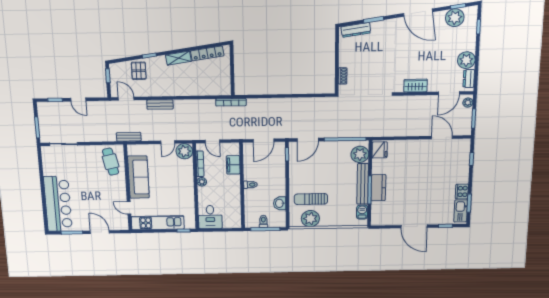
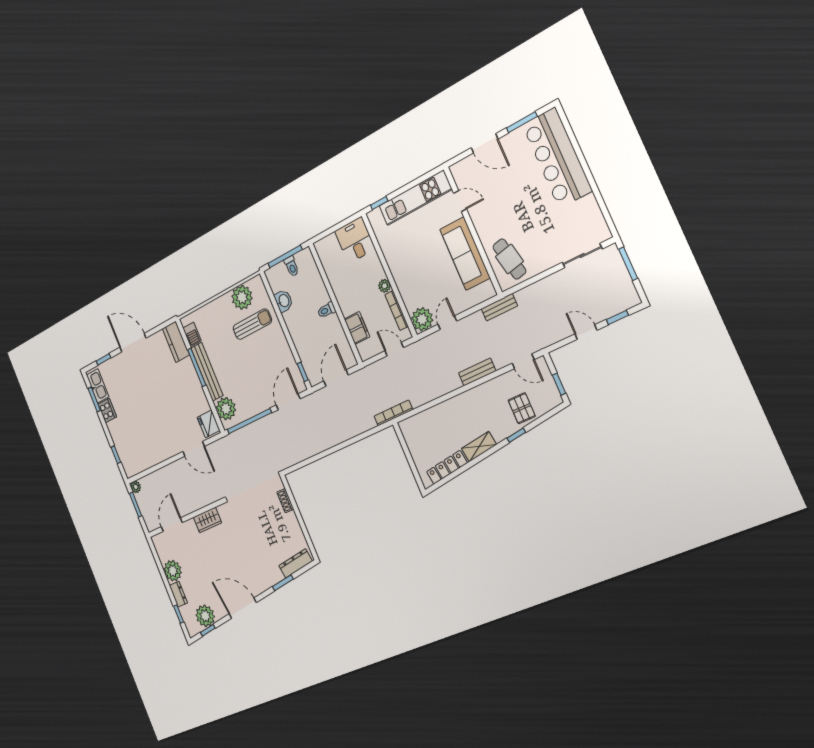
dresser: (469, 79) -> (178, 594), moved
plant: (468, 103) -> (136, 487), moved
door: (442, 137) -> (194, 449), moved
kitchen counter: (378, 188) -> (176, 342), moved

